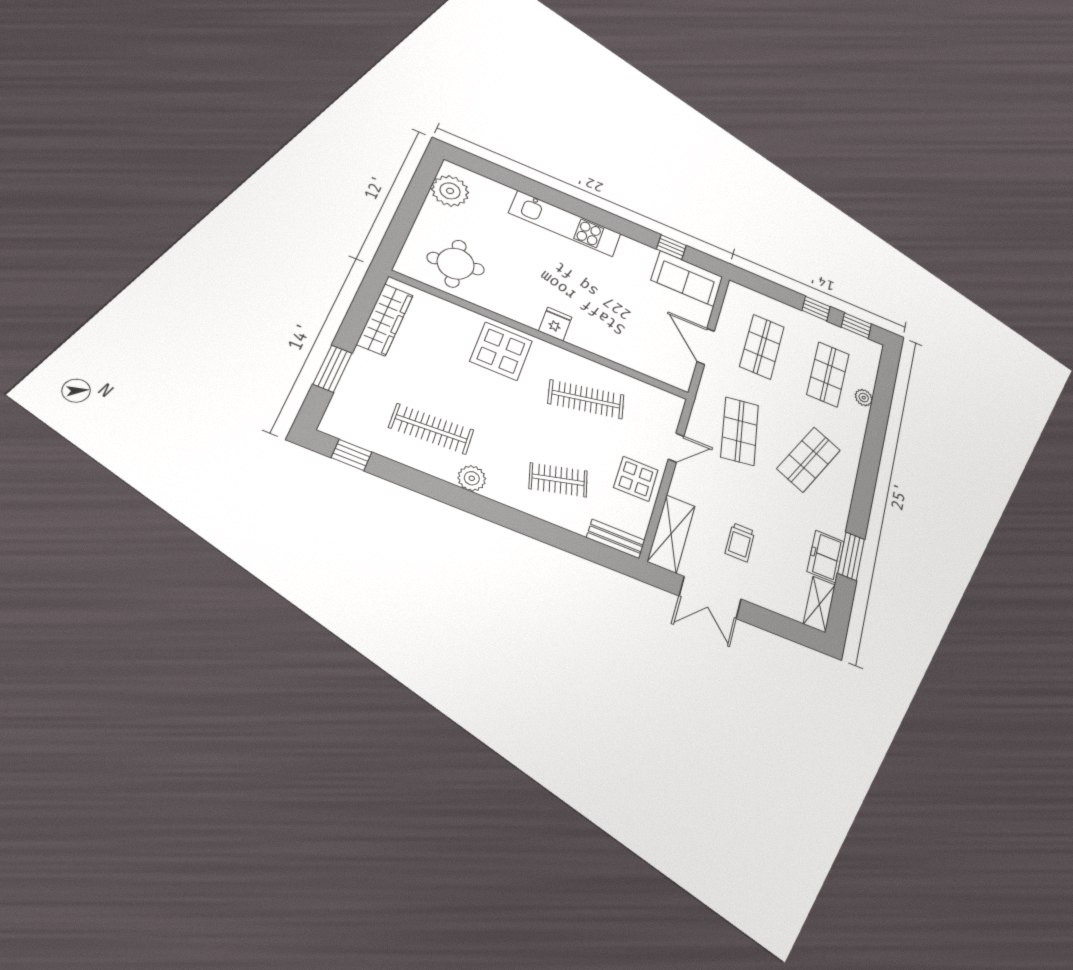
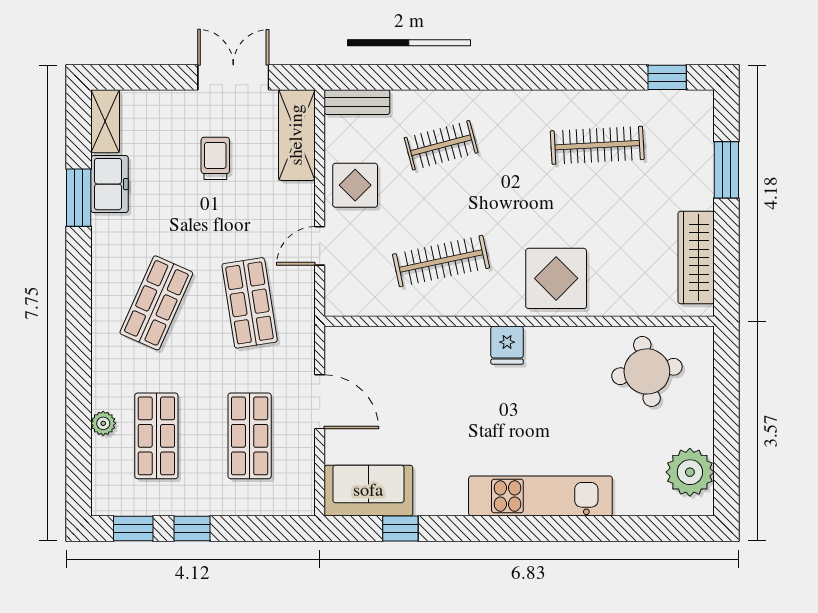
plant: (472, 478) -> (534, 106), removed

